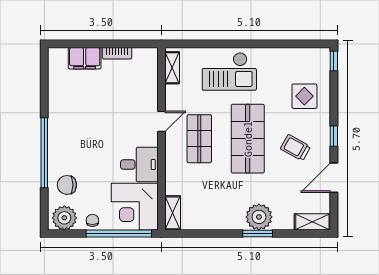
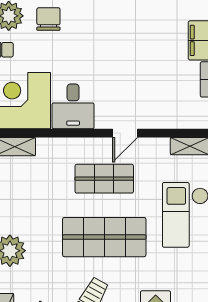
door: (162, 121) -> (125, 133), hinge flipped

